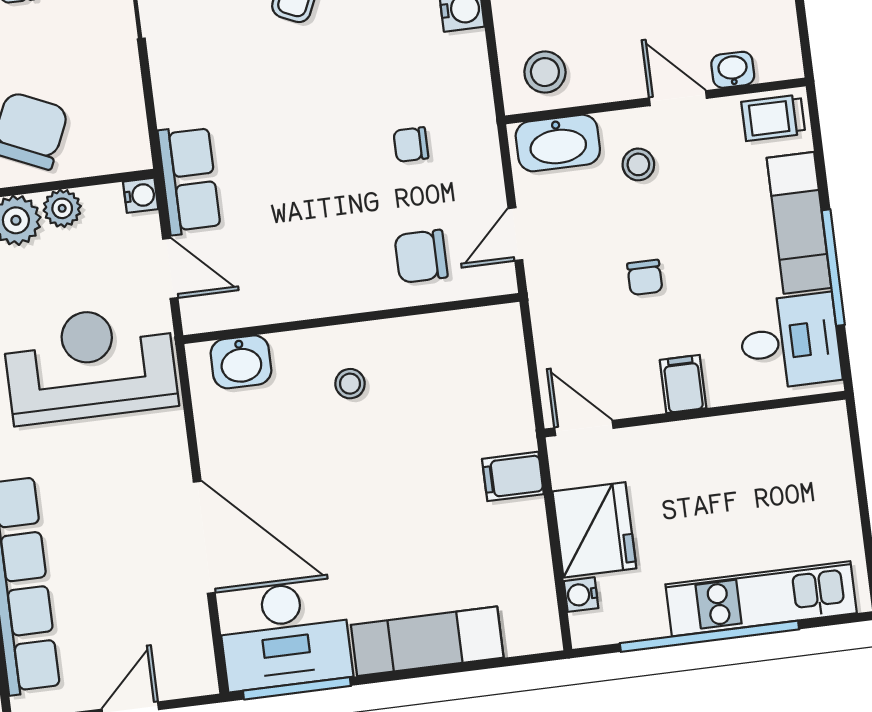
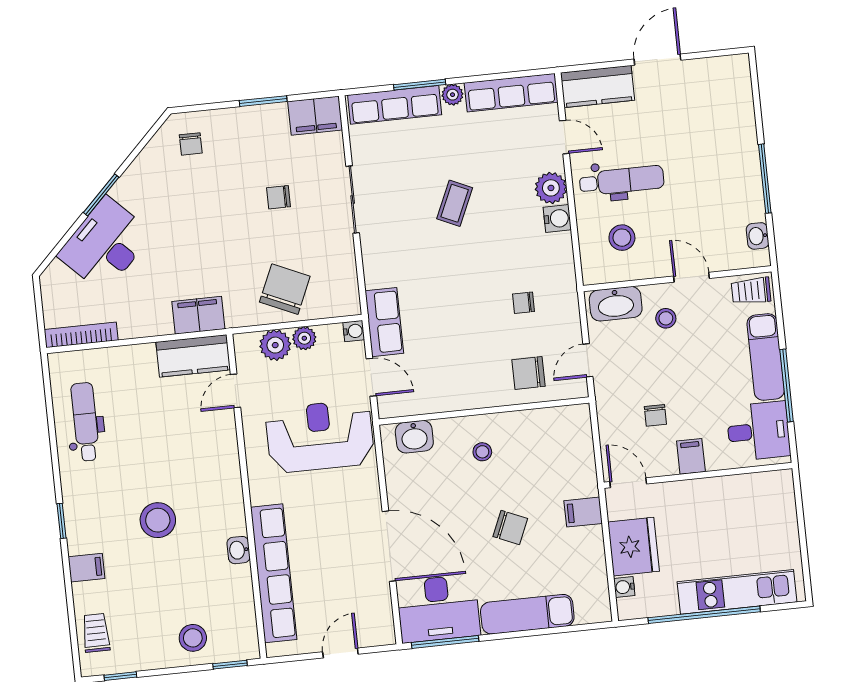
washbasin: (733, 70) -> (758, 236), moved, turned -90
stool: (545, 72) -> (622, 238), moved
chair: (645, 277) -> (655, 415), moved
chair: (397, 503) -> (510, 527), added

